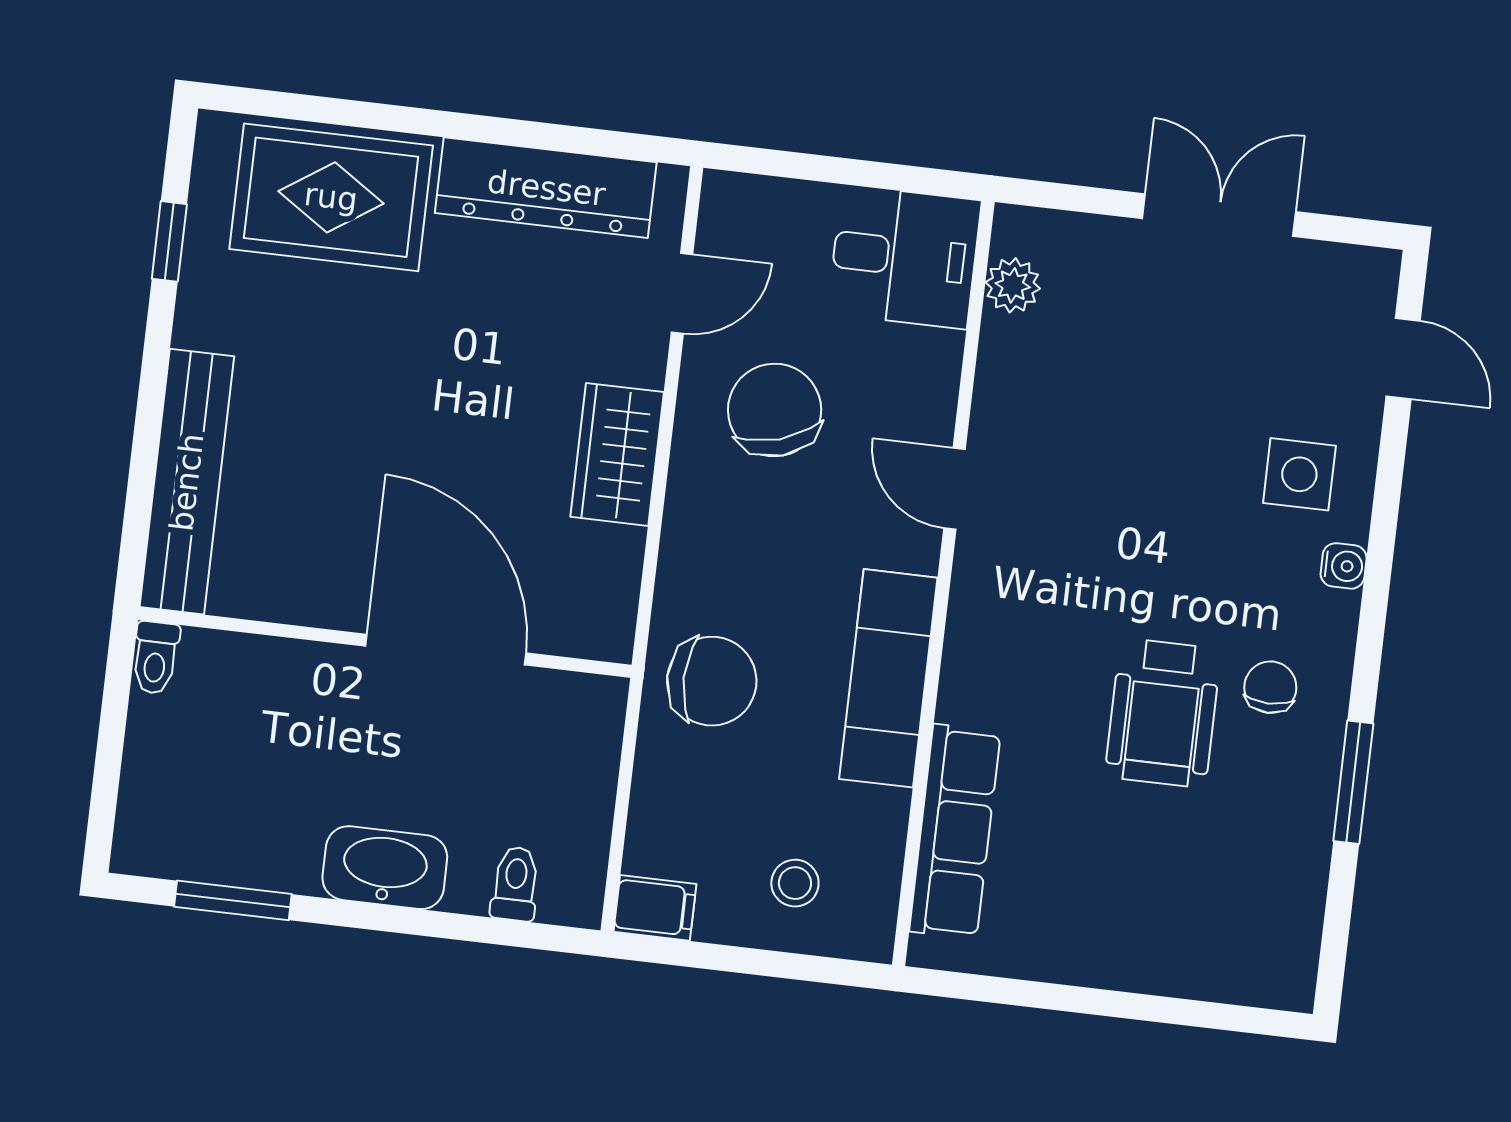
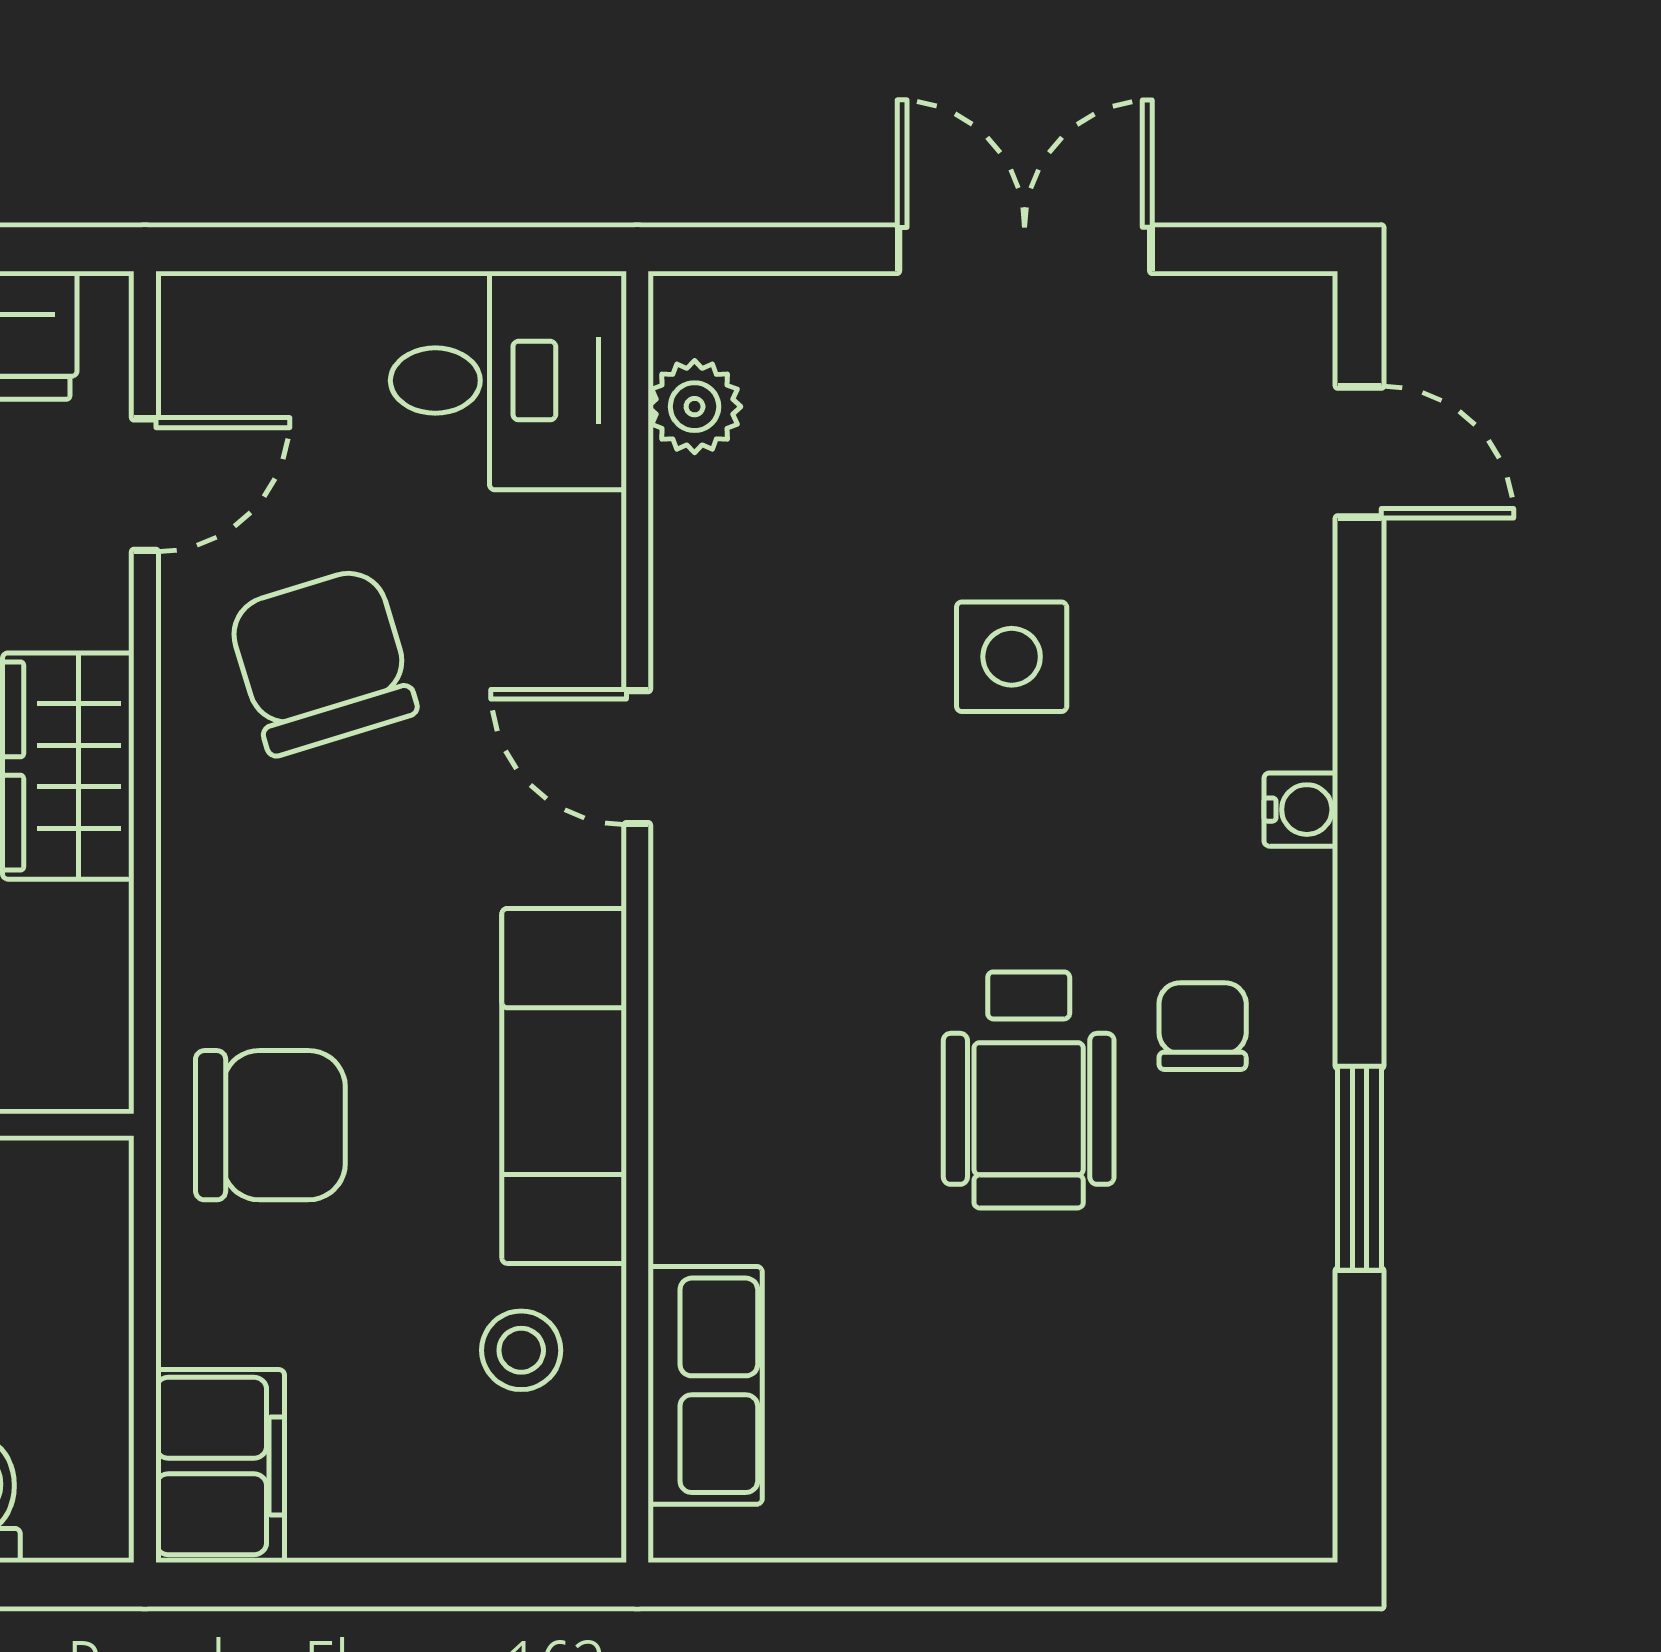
side table: (1299, 474) -> (1012, 657), moved
row of seats: (955, 832) -> (705, 1385), width x0.68
stool: (795, 883) -> (521, 1350), moved
filing cabinet: (655, 908) -> (220, 1466), width x2.00

